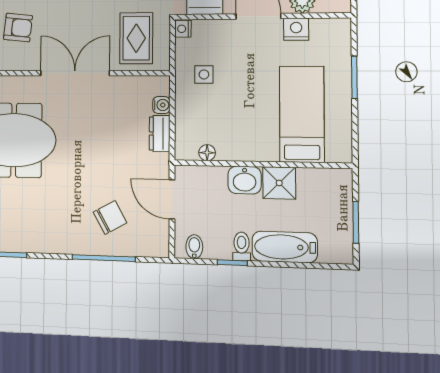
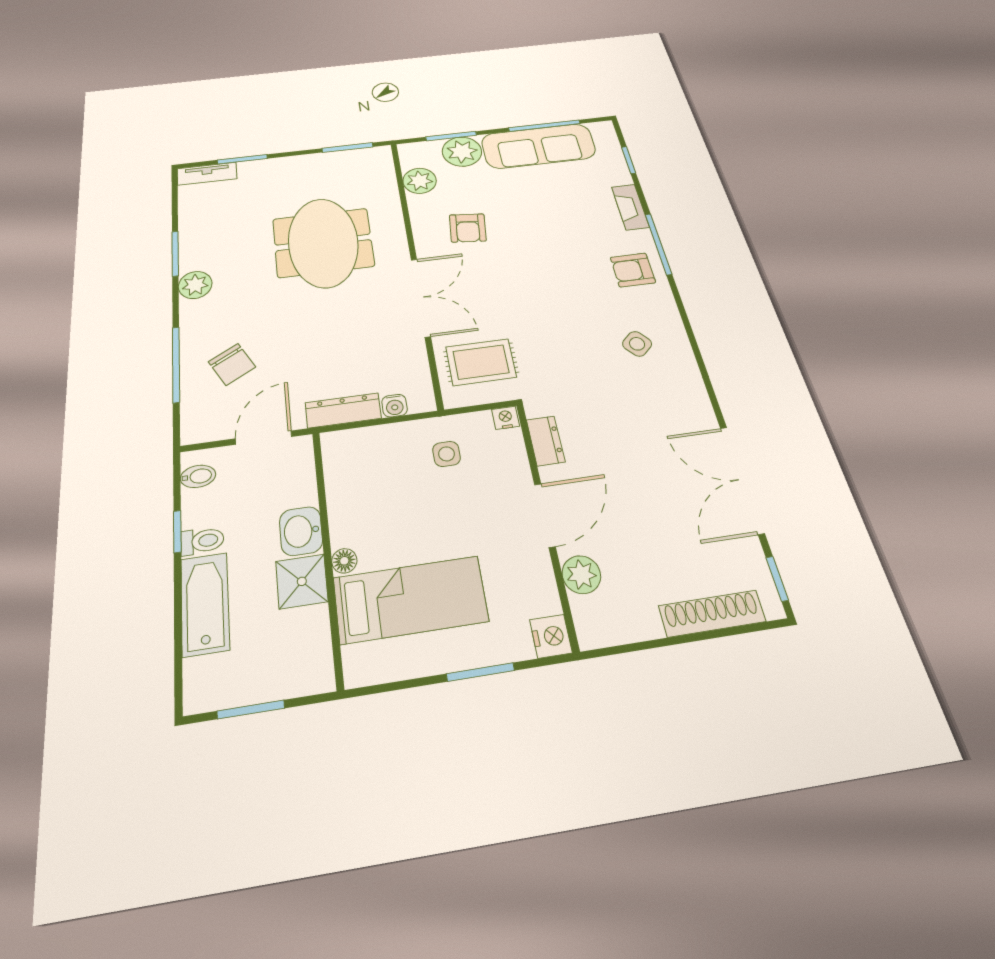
nightstand: (296, 29) -> (551, 636), moved
dresser: (160, 134) -> (343, 411), width x1.44
floor lamp: (207, 153) -> (344, 561), moved
plant: (37, 241) -> (195, 285), added

